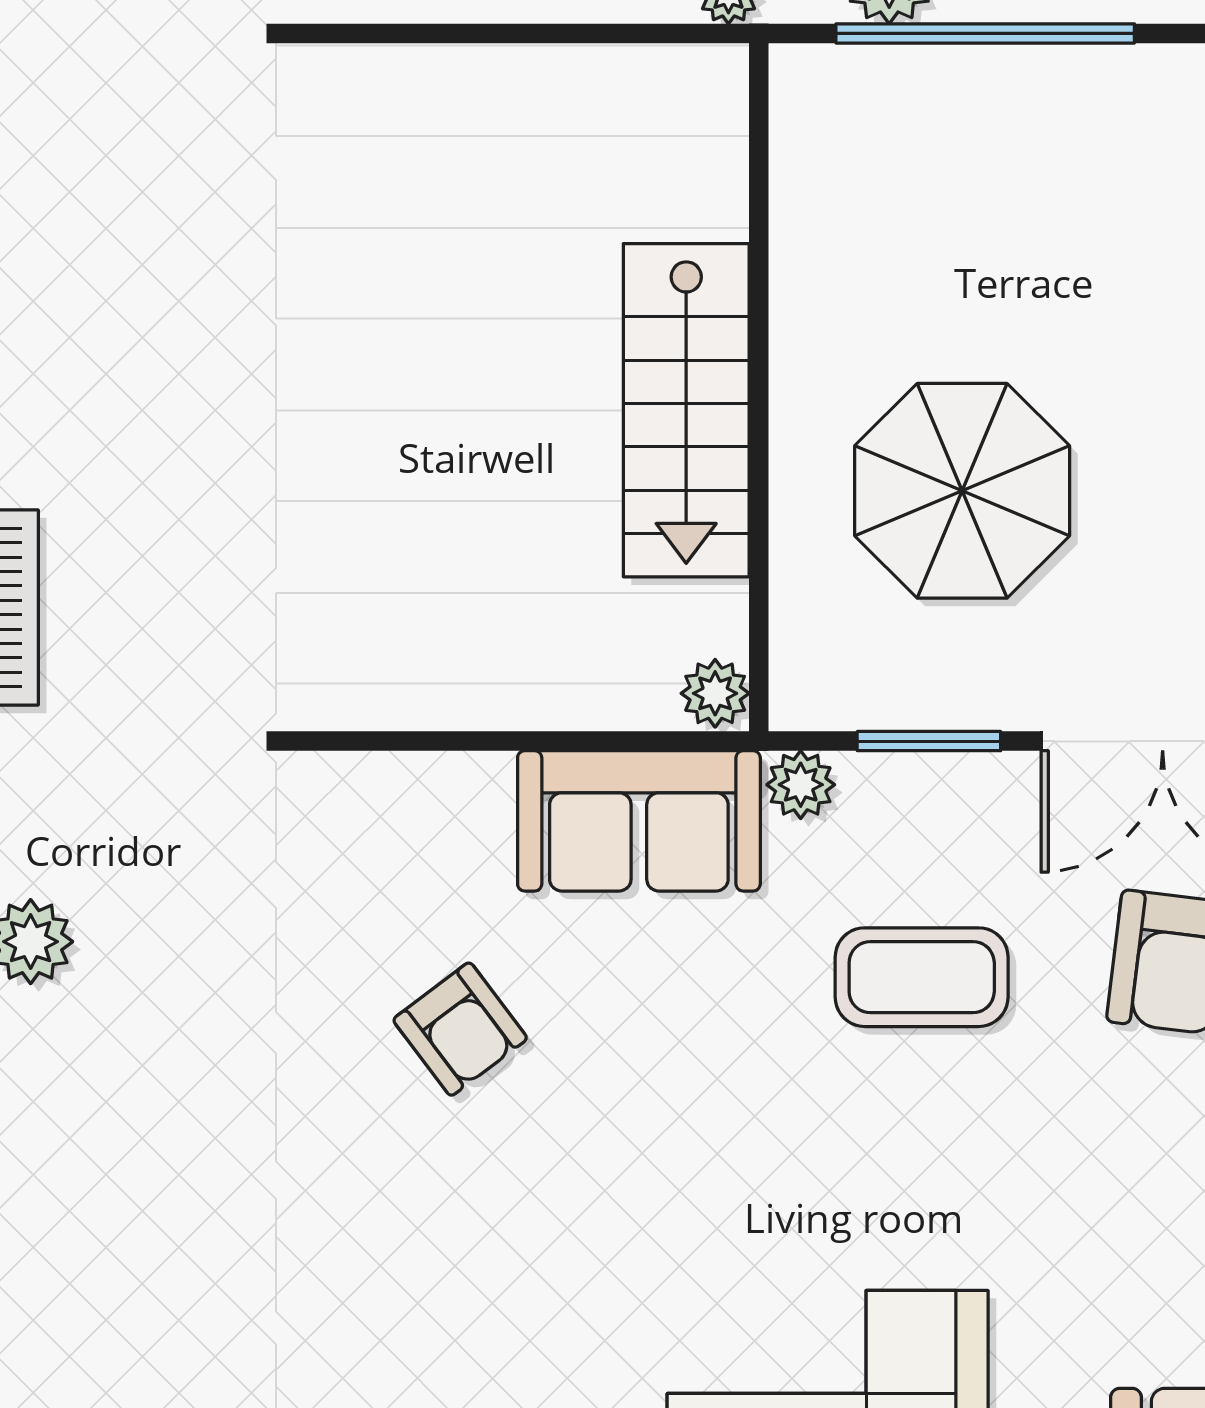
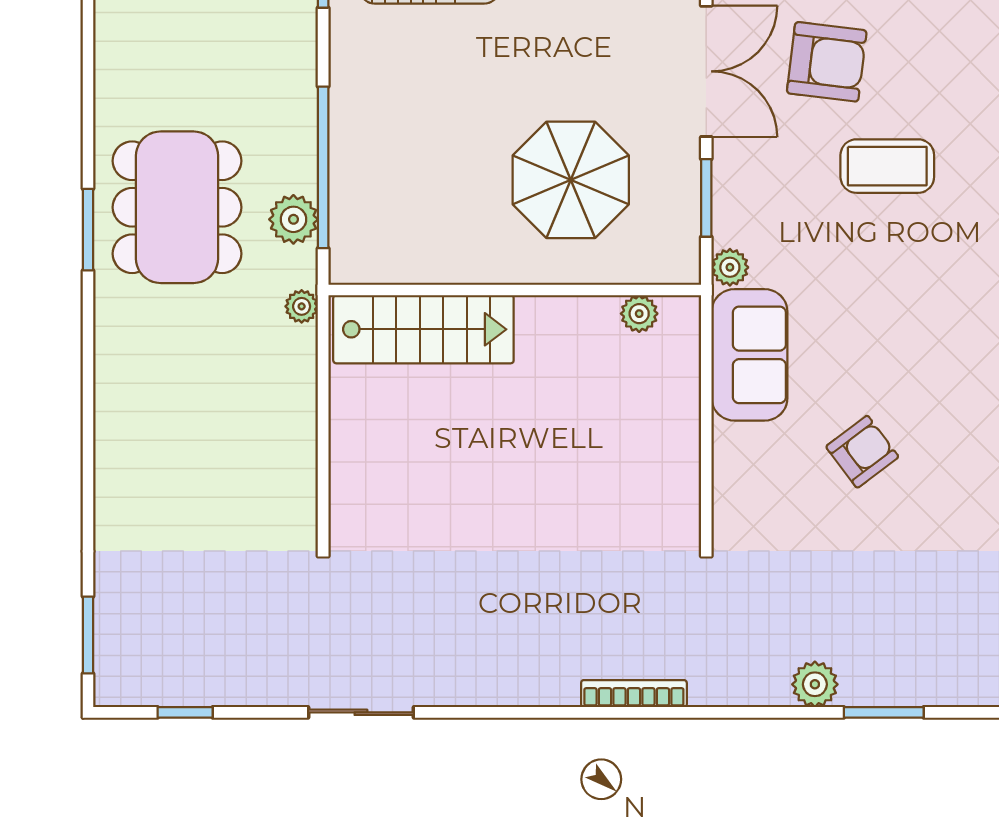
stairs: (686, 410) -> (423, 329), moved
plant: (715, 693) -> (639, 314), moved
coffee table: (922, 977) -> (887, 166), moved, turned 90

